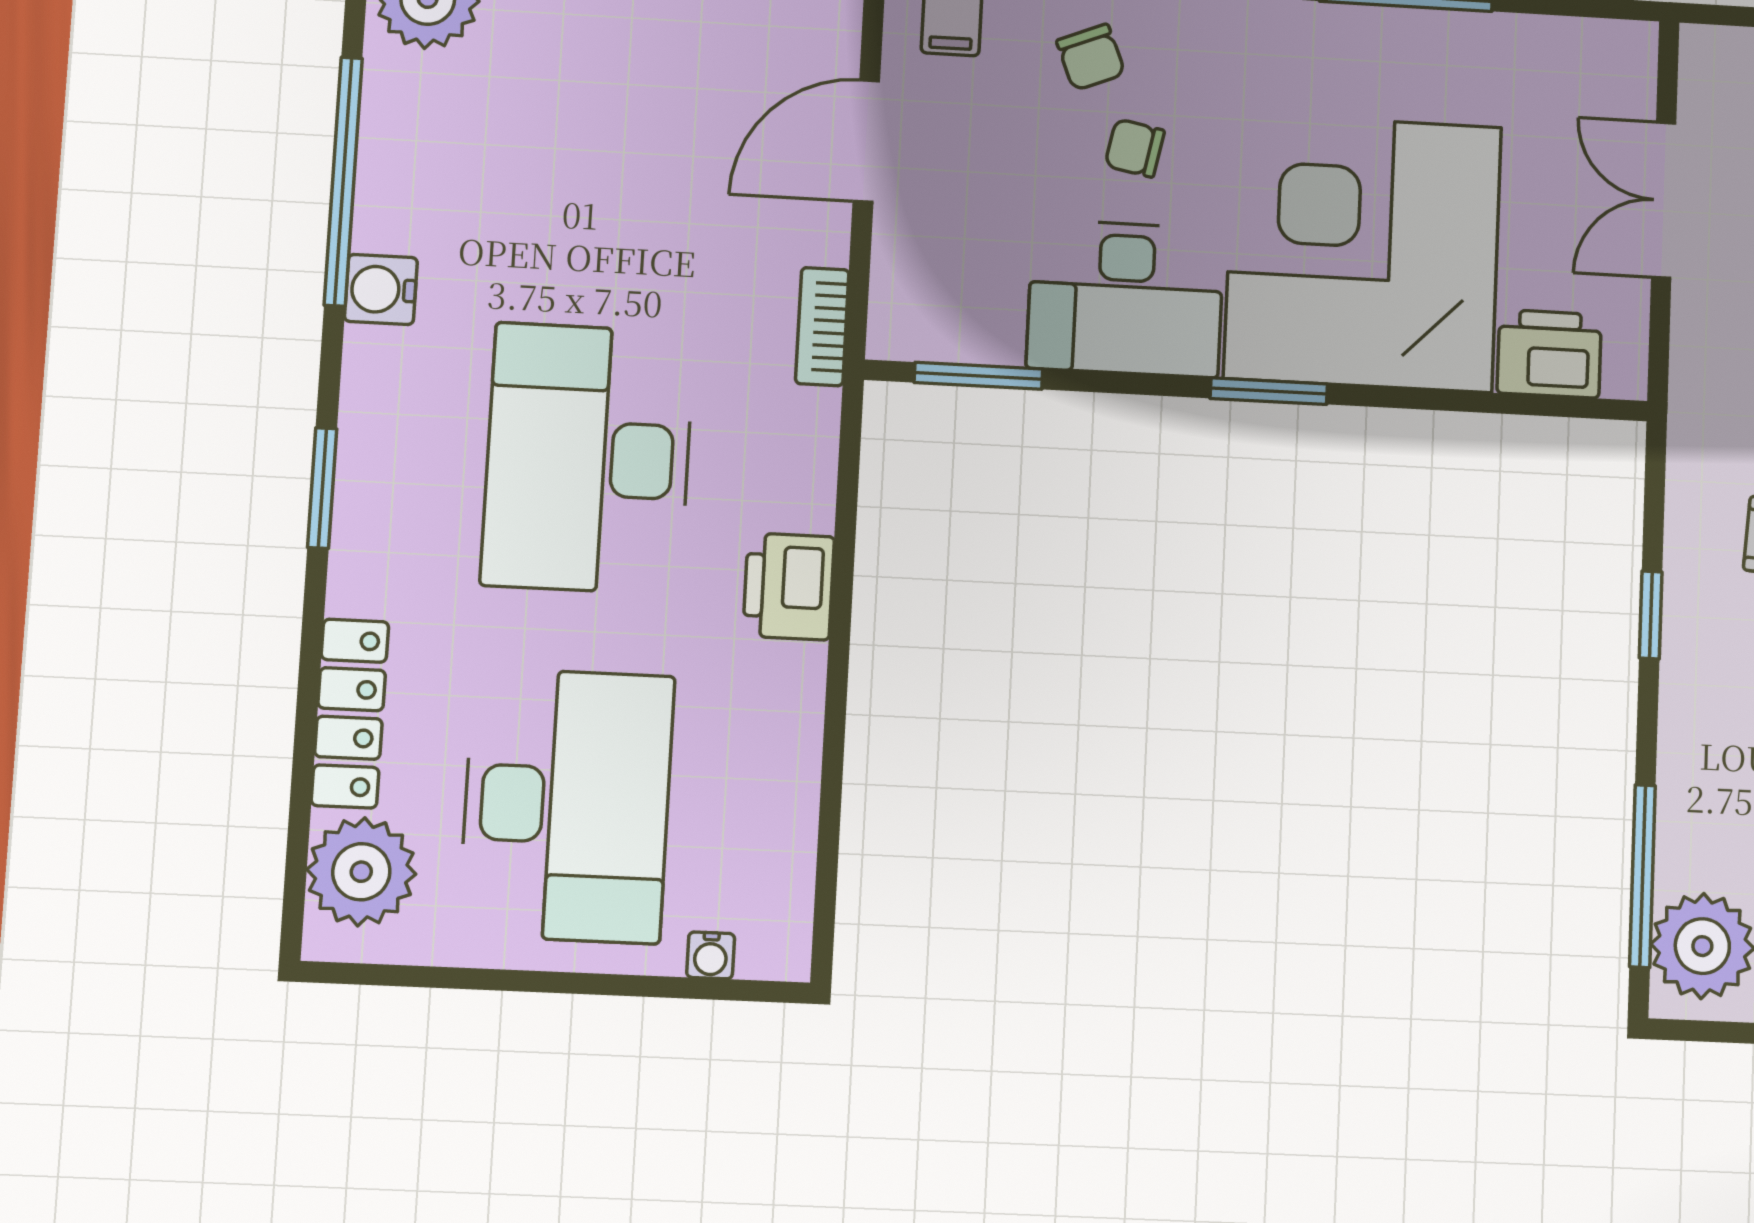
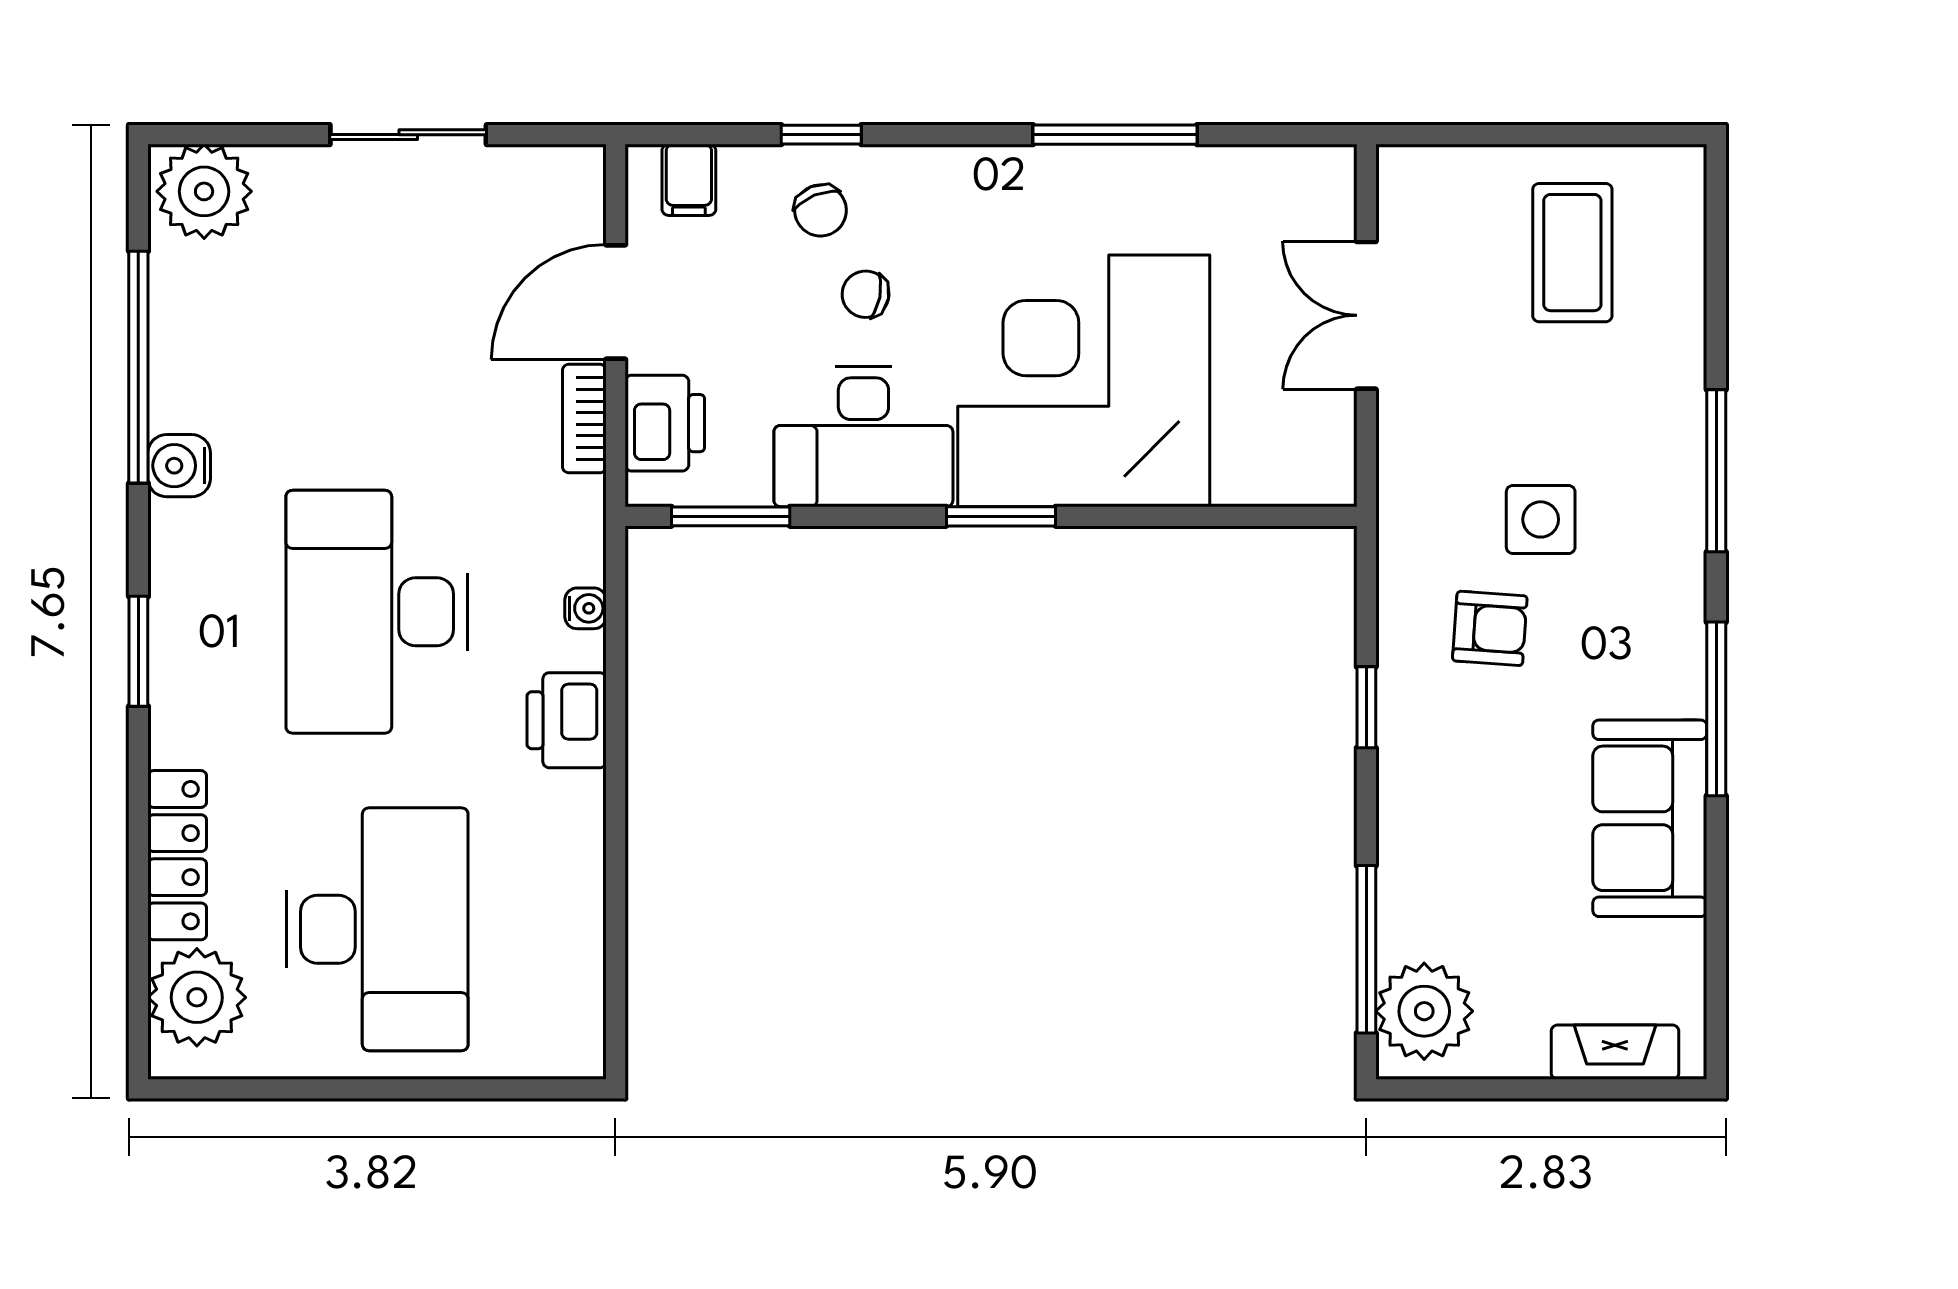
bookcase: (822, 327) -> (584, 419), moved
printer: (1549, 354) -> (665, 423), moved, turned 90
water cooler: (711, 955) -> (585, 608), moved, turned -90

